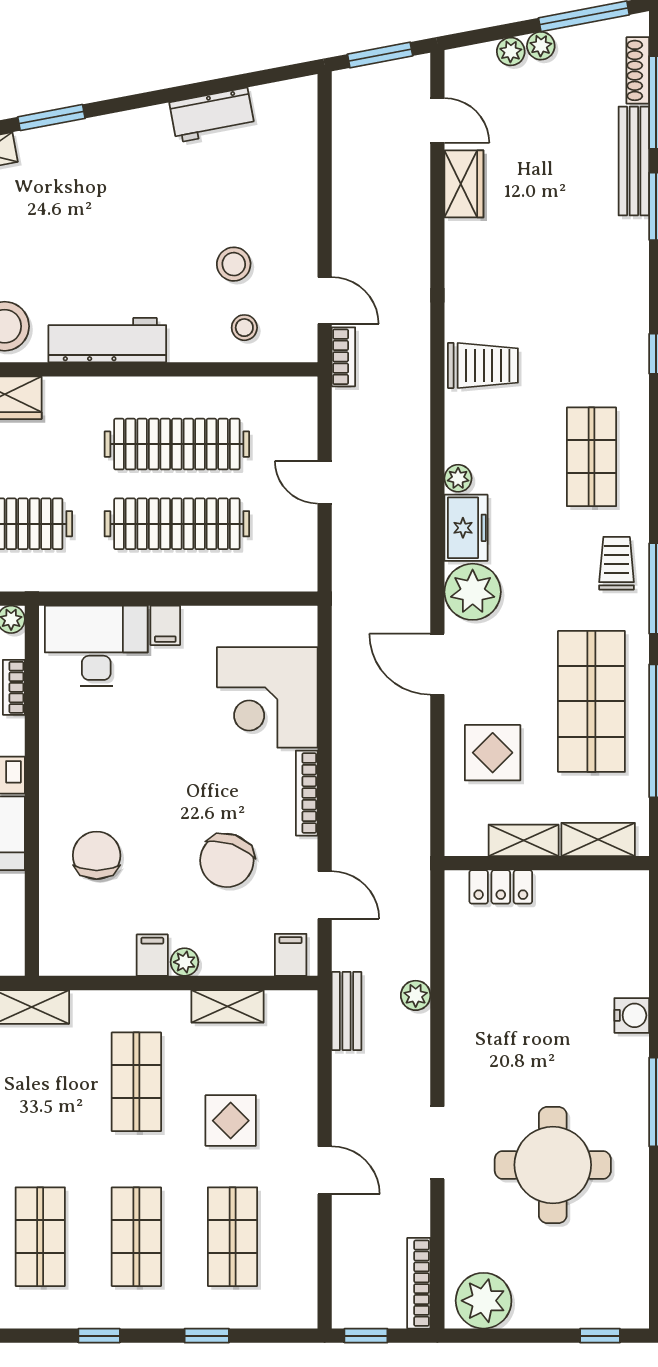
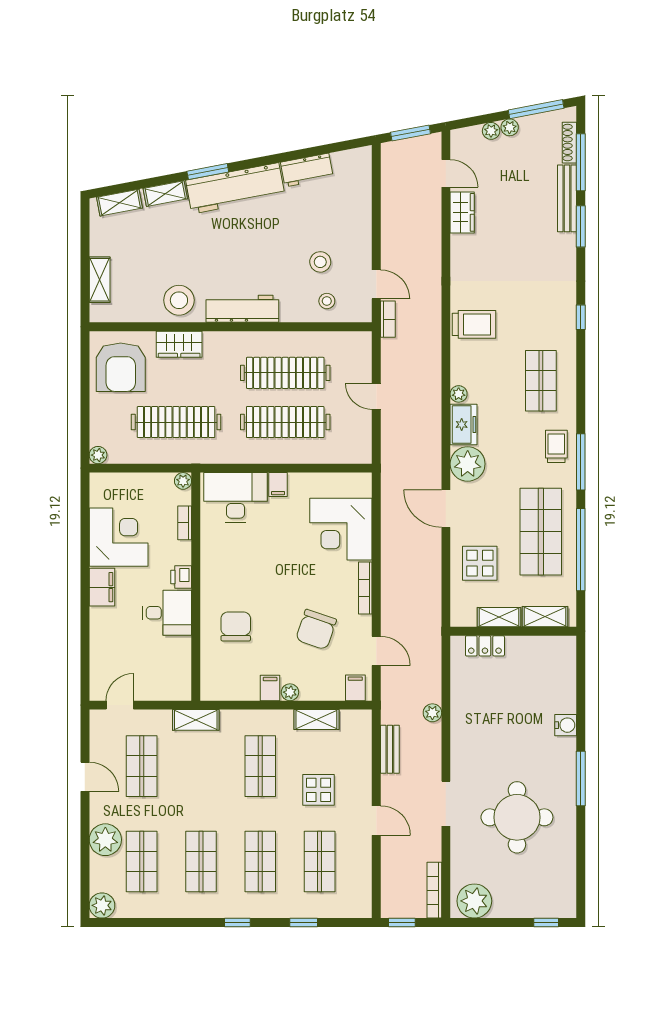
workbench: (96, 145) -> (235, 188), added
bench: (347, 1011) -> (390, 749), moved

